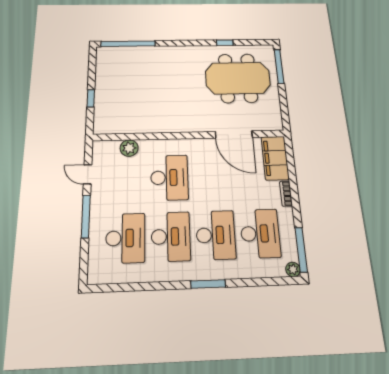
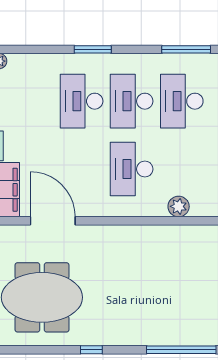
window: (225, 43) -> (91, 350), moved
desk: (260, 234) -> (31, 101), removed
window: (121, 287) -> (186, 49), added

